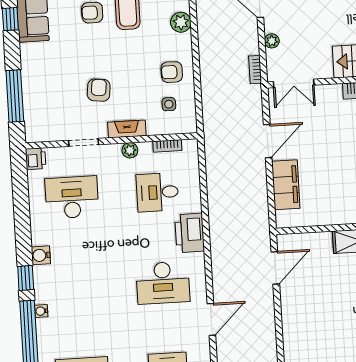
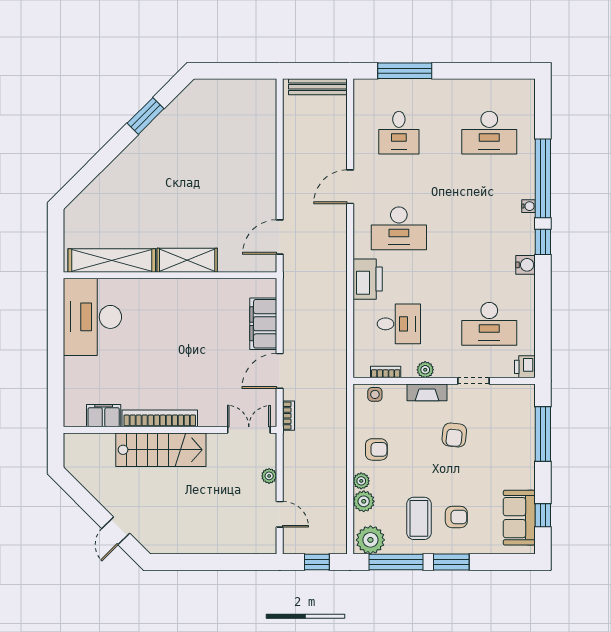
plant: (184, 41) -> (361, 481), added
bookcase: (255, 70) -> (289, 416), moved
side table: (169, 104) -> (375, 394), moved
desk: (163, 283) -> (399, 228), turned 180

